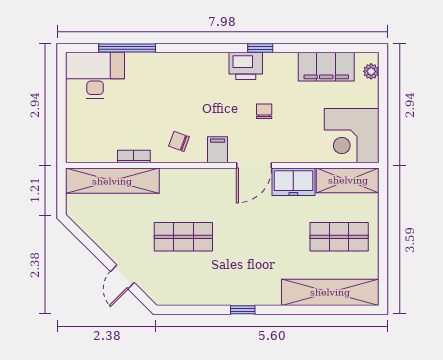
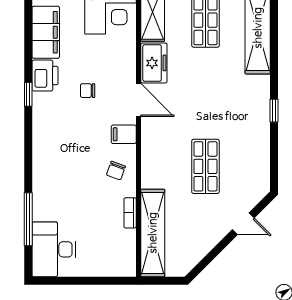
printer: (246, 66) -> (45, 76), moved

